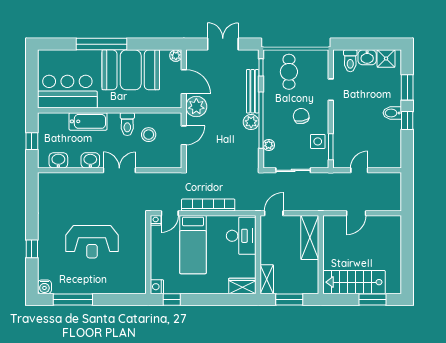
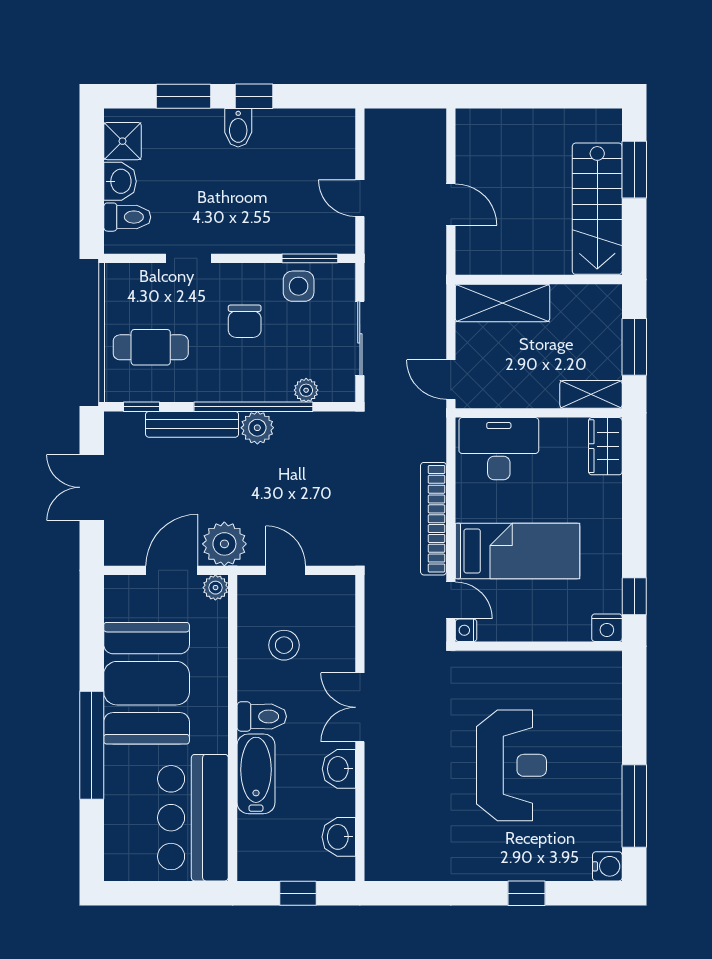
plant: (176, 56) -> (215, 588), moved
chair: (301, 116) -> (245, 321), turned -80
toilet: (127, 124) -> (262, 716), moved

